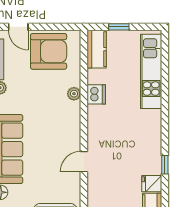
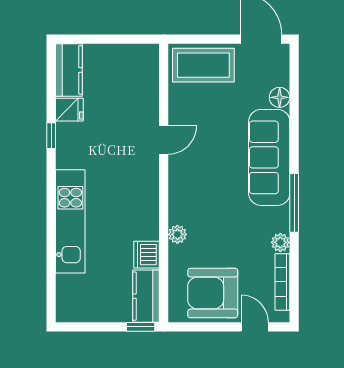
window: (119, 27) -> (141, 327), moved
kitchen unit: (151, 71) -> (70, 221), moved
dishwasher: (96, 94) -> (147, 255), moved

